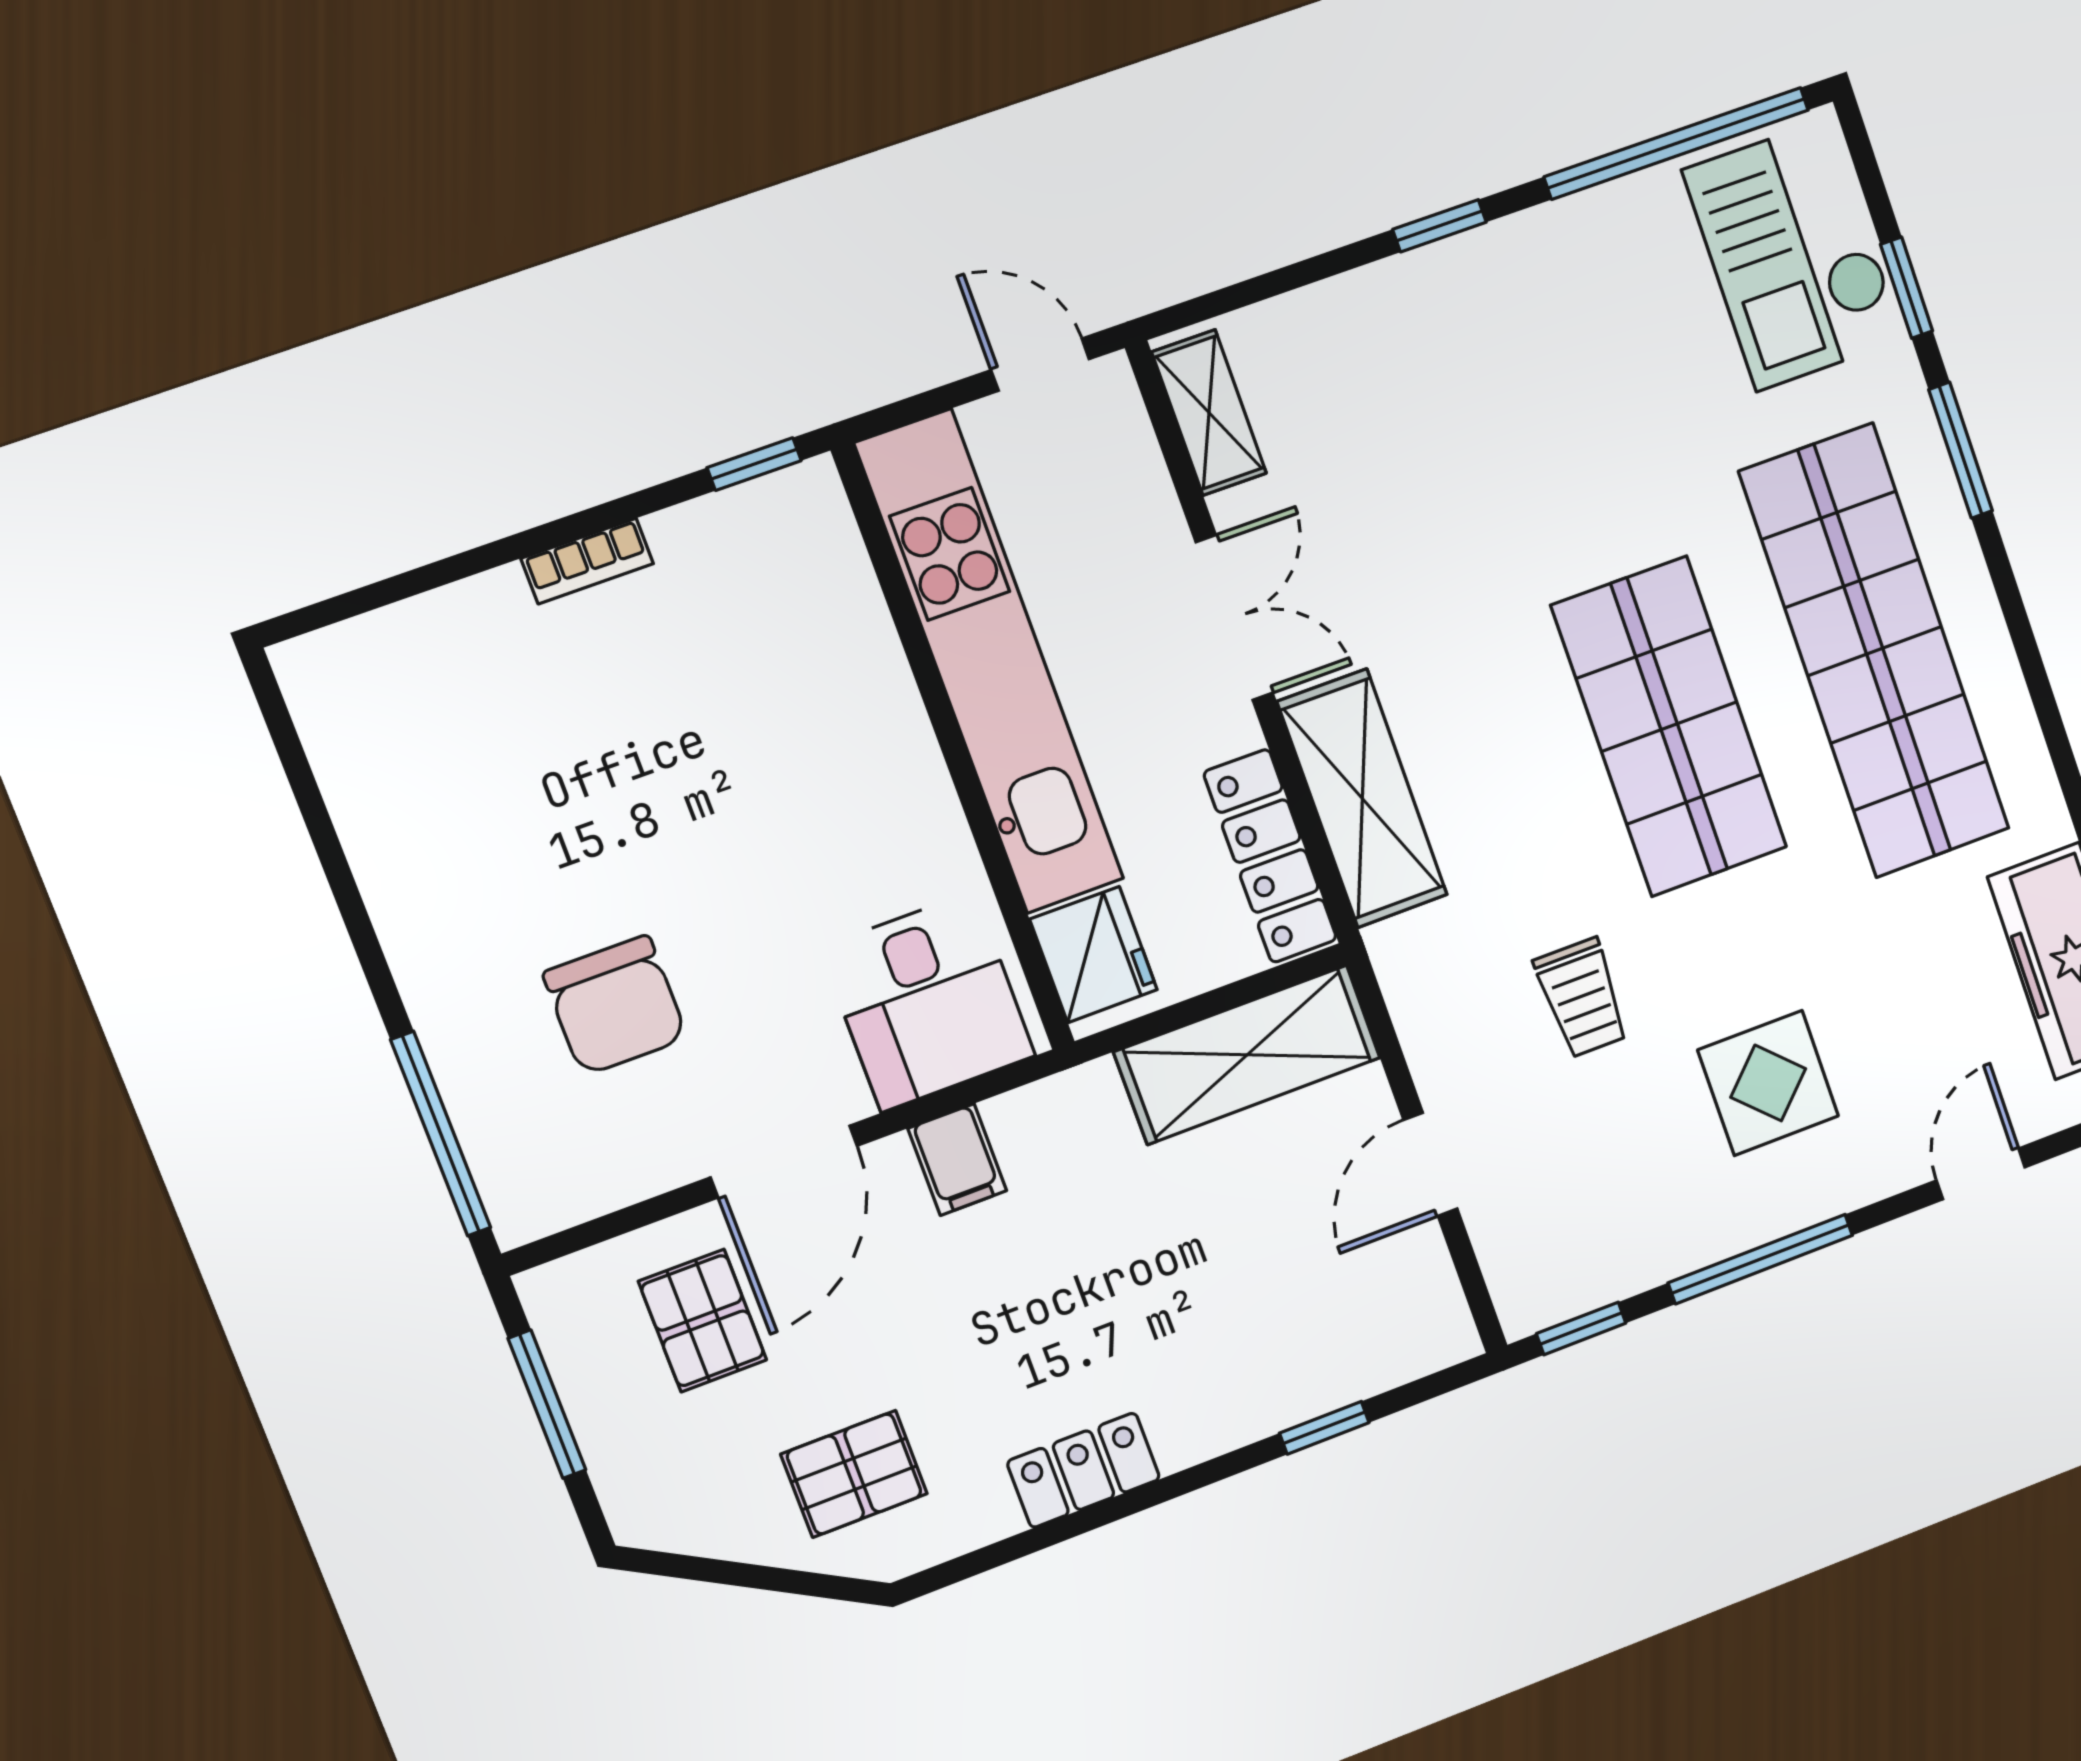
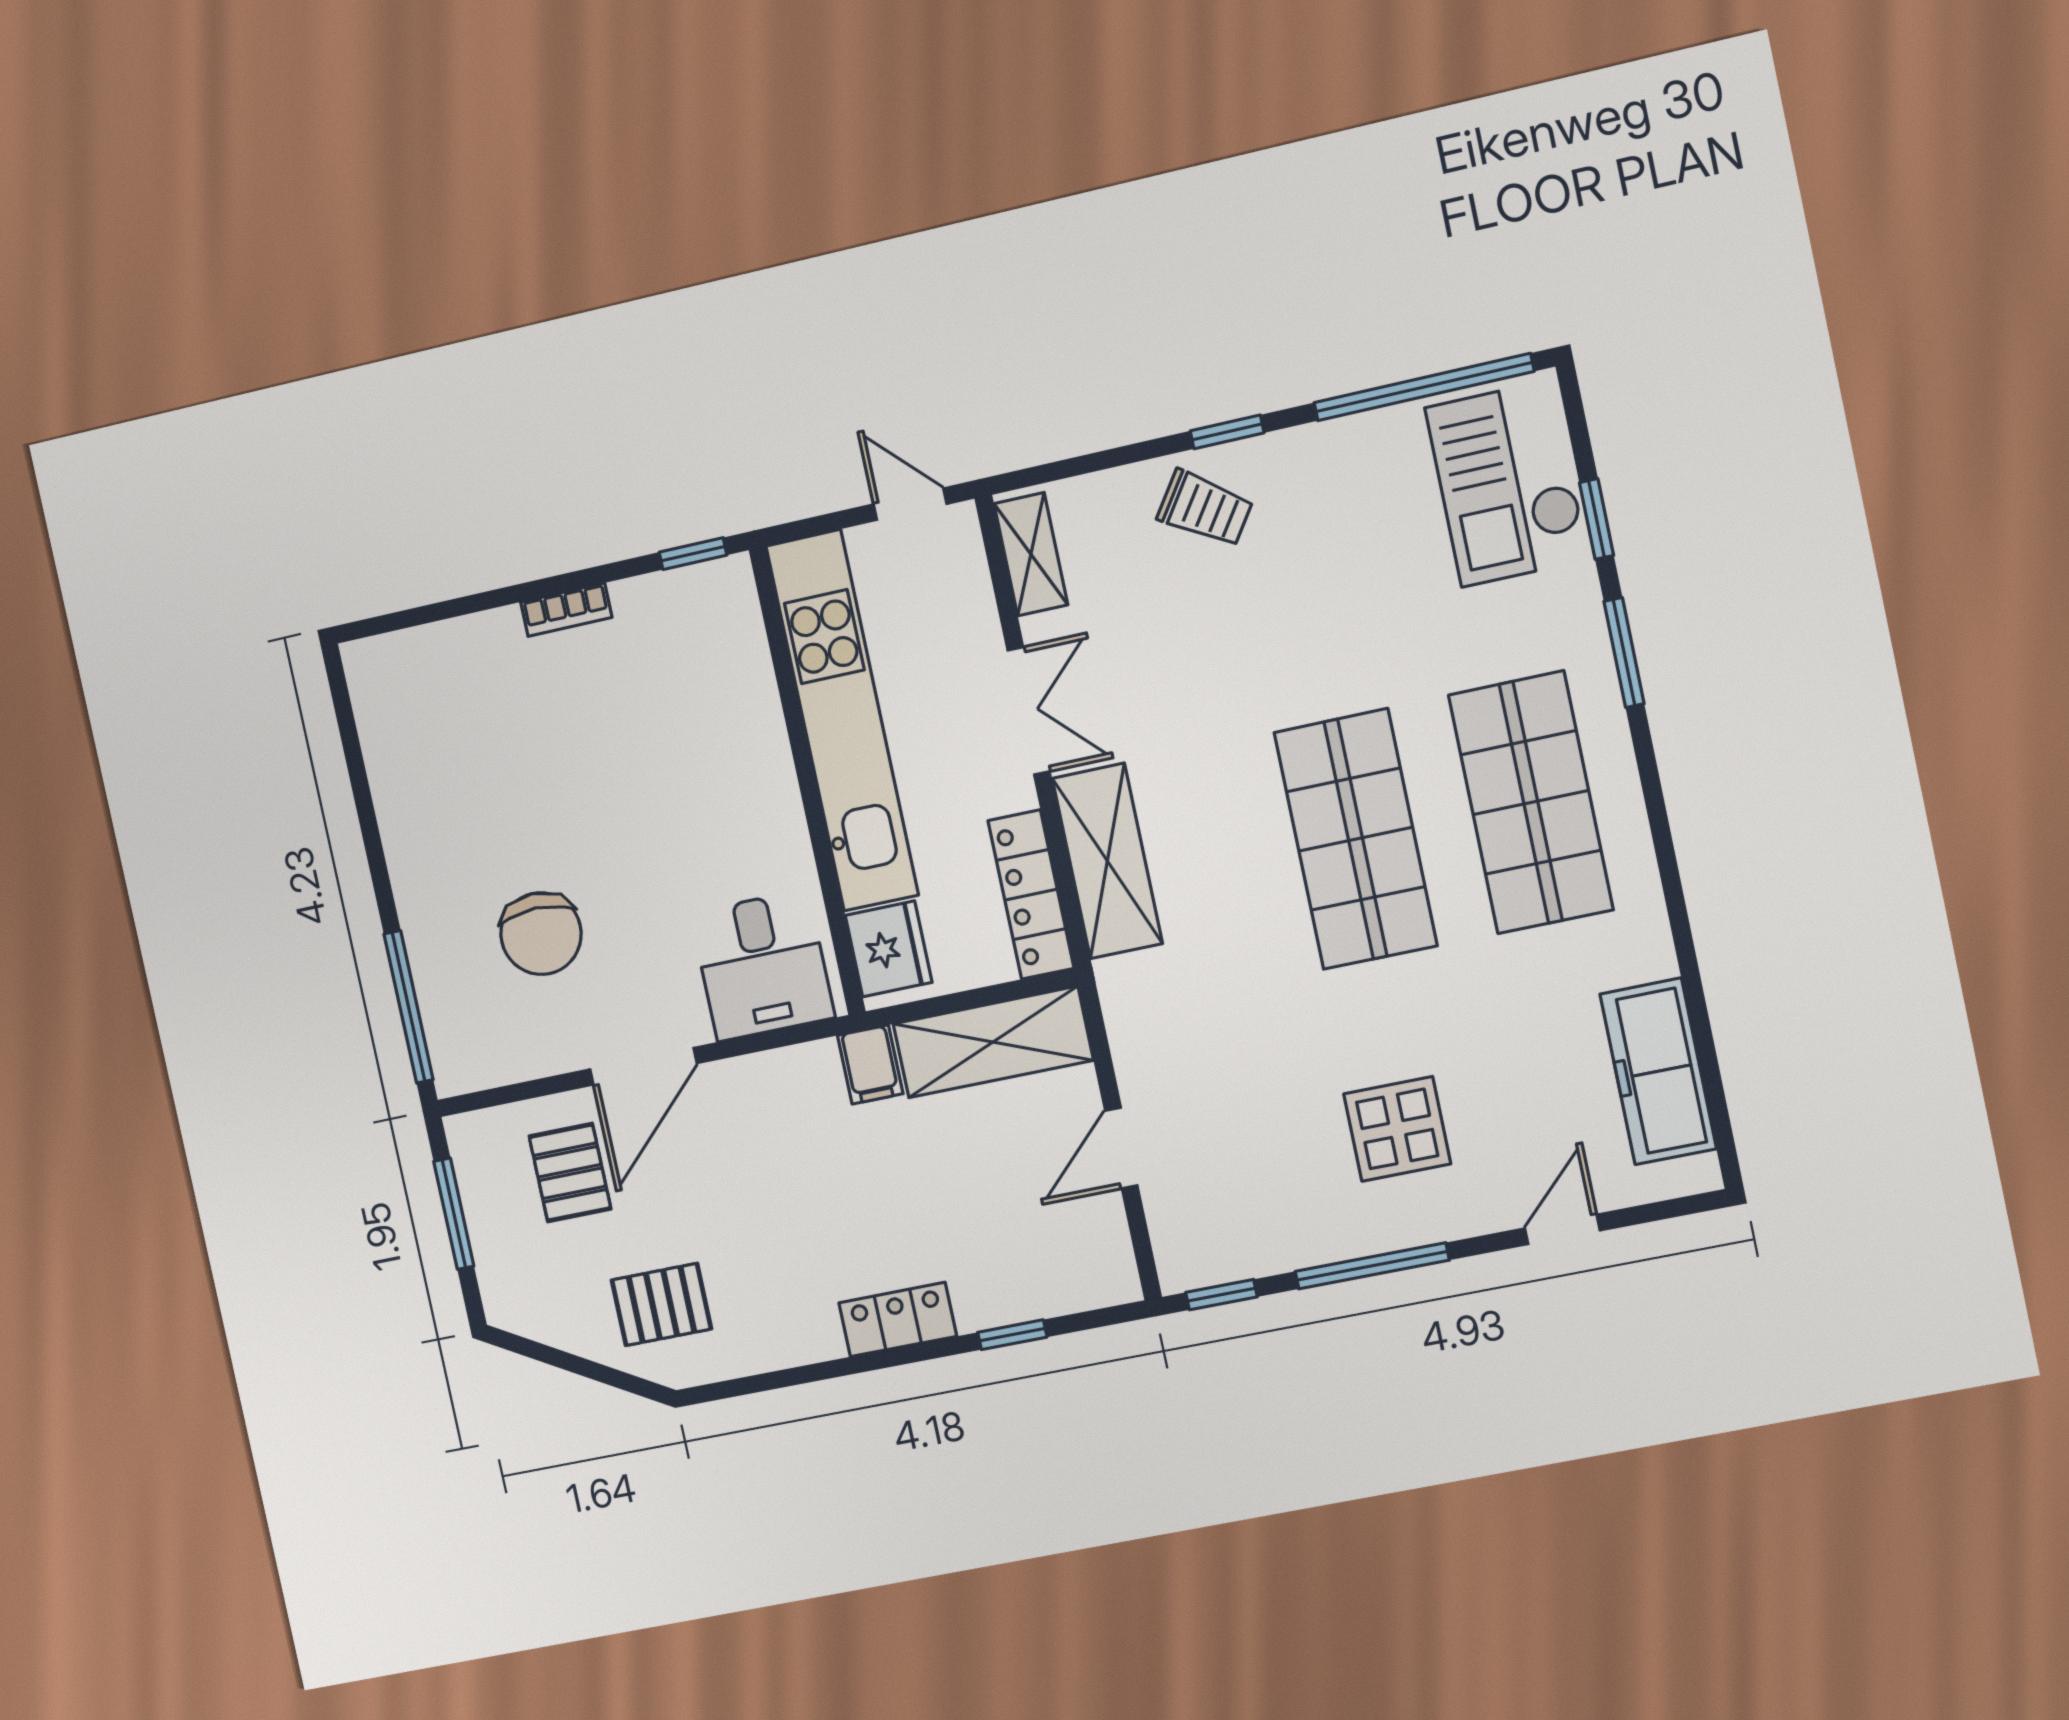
shop shelf: (1875, 651) -> (1531, 802), width x0.71
trolley: (1582, 998) -> (1205, 509), moved, turned -56
filing cabinet: (957, 1160) -> (870, 1065), moved
locker: (1083, 1470) -> (898, 1320), moved

